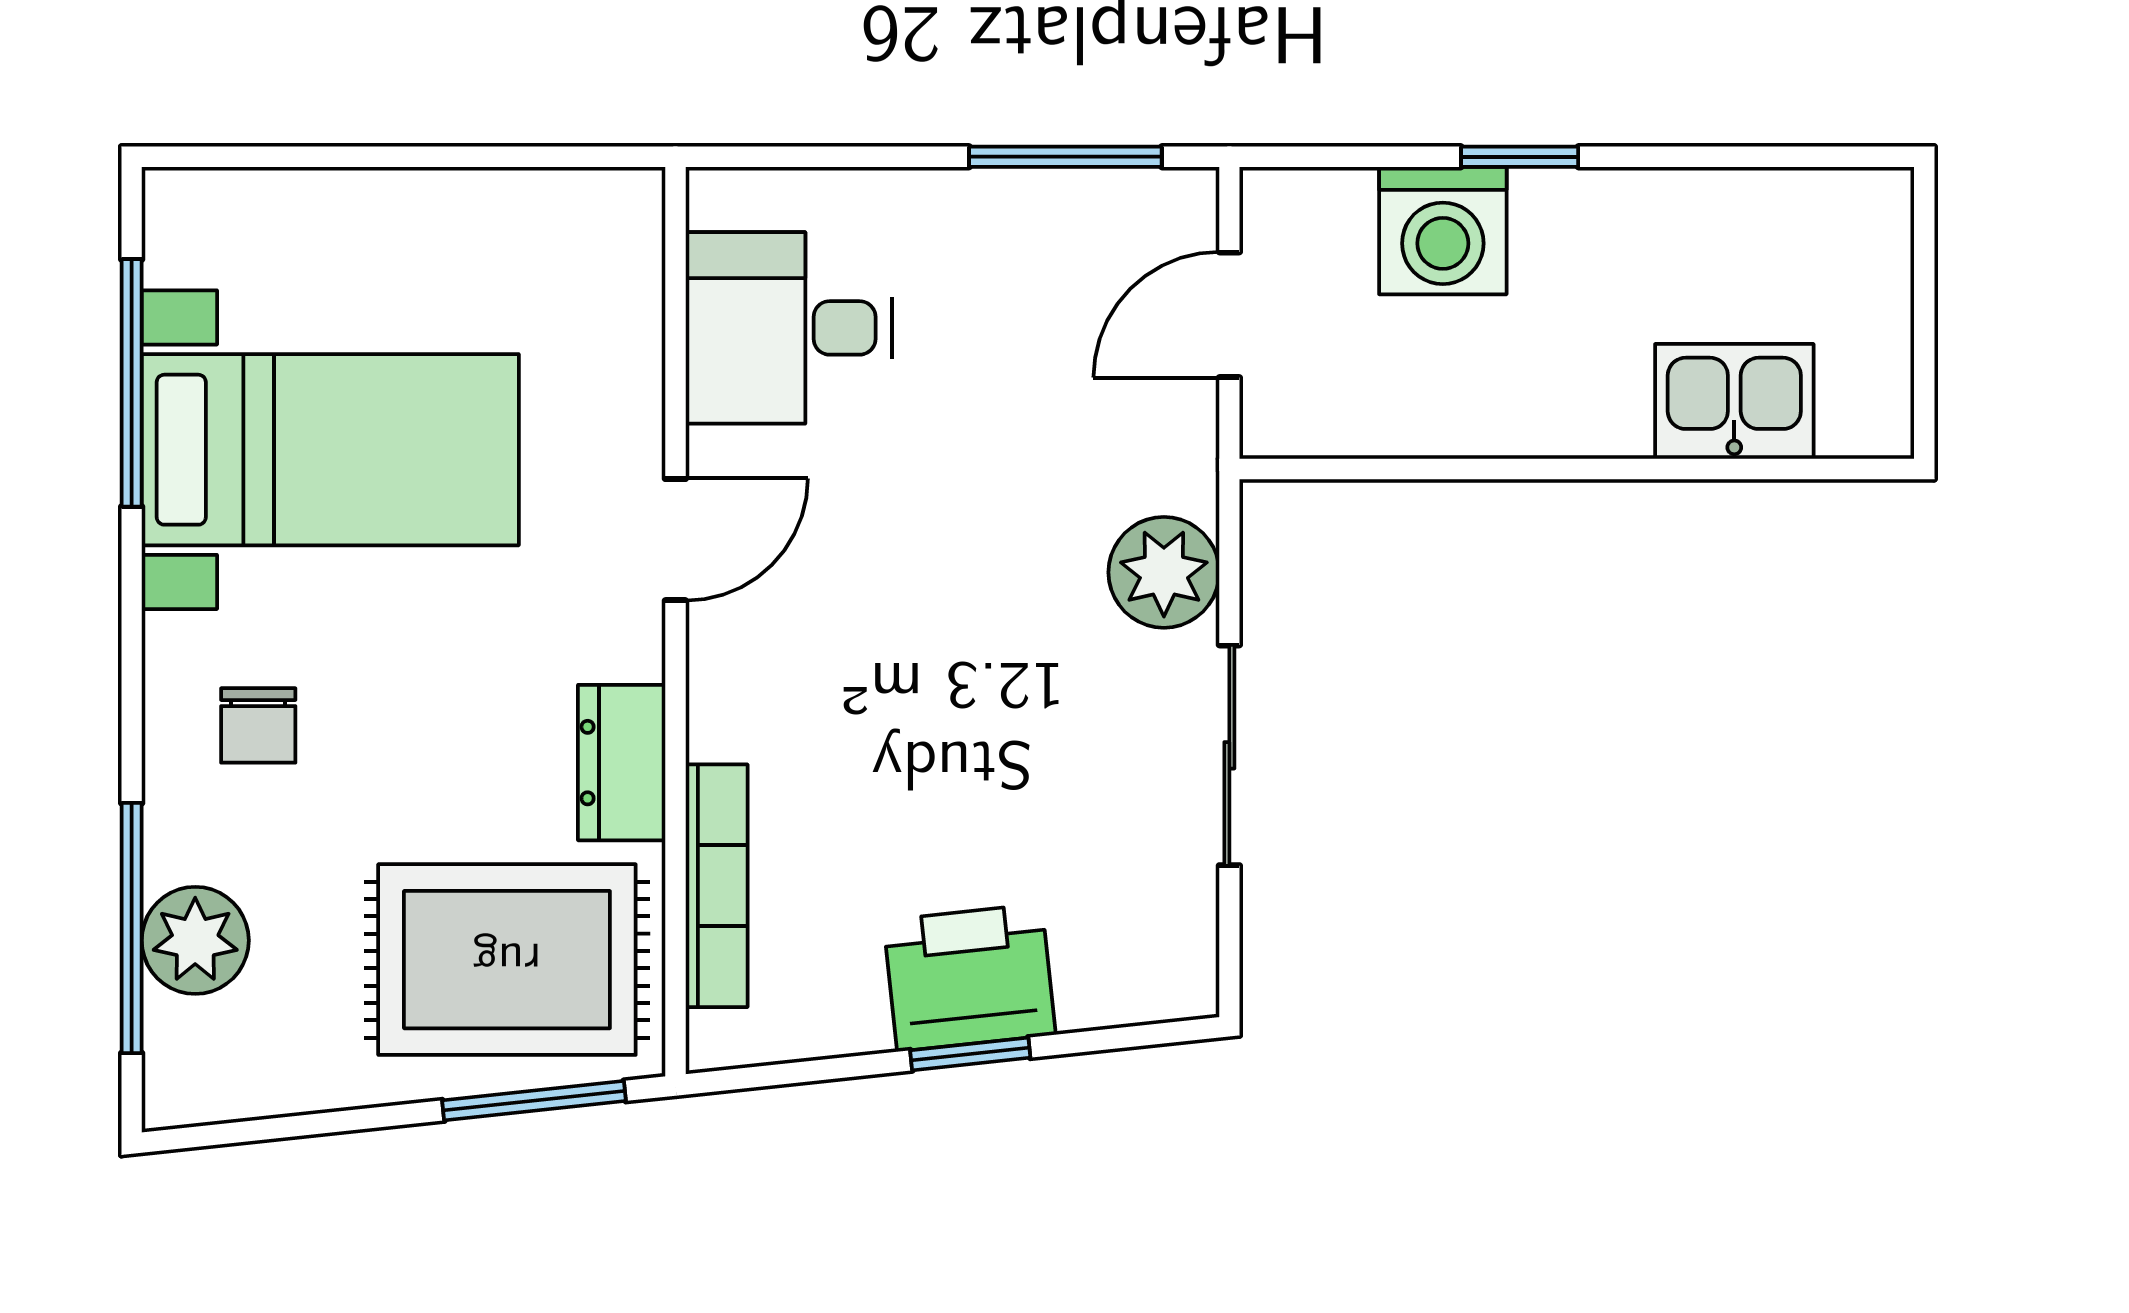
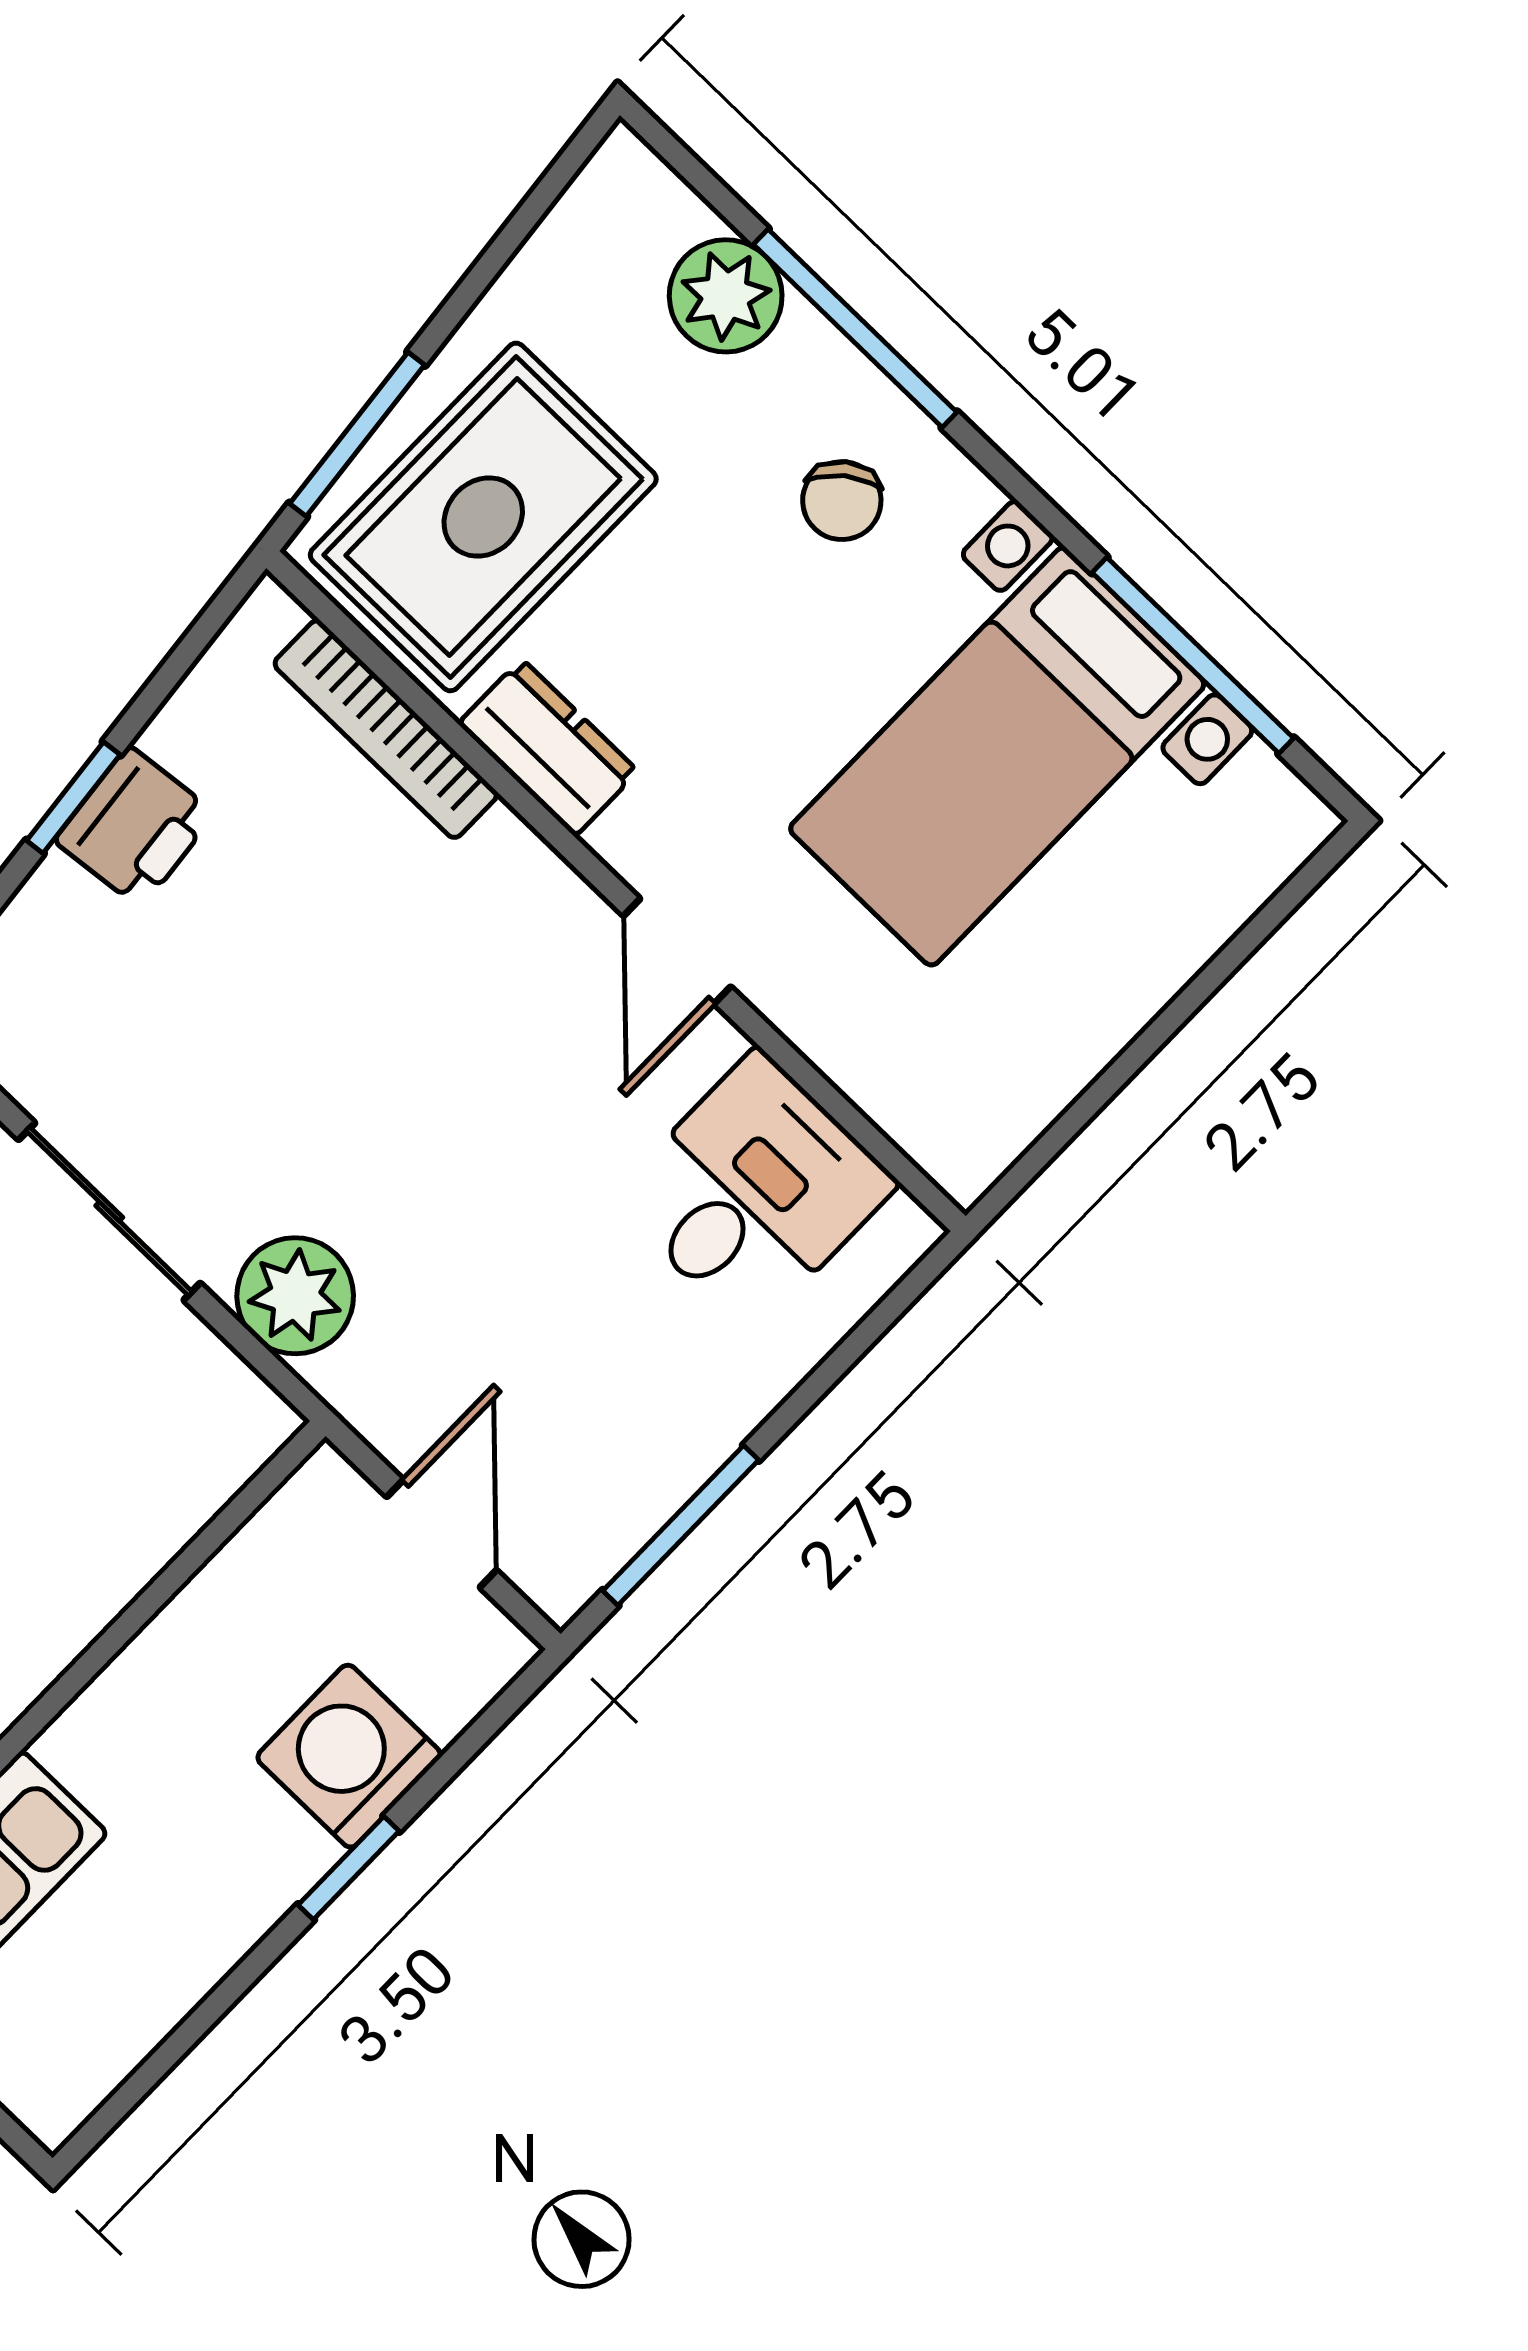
chair: (258, 725) -> (842, 501), turned -128
window: (132, 928) -> (855, 328), moved
printer: (969, 978) -> (135, 827), width x0.73, depth x0.81

